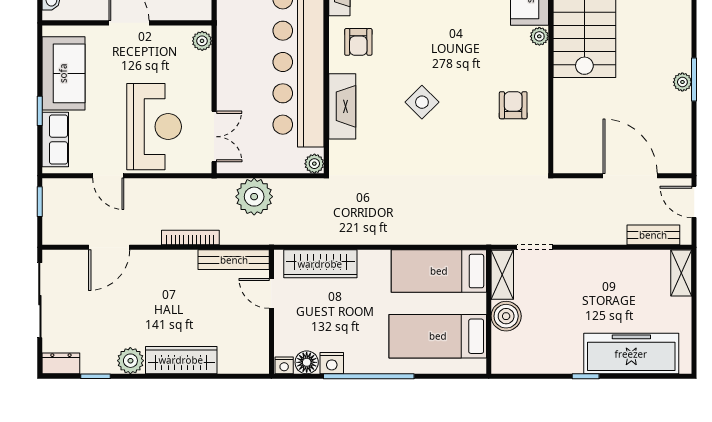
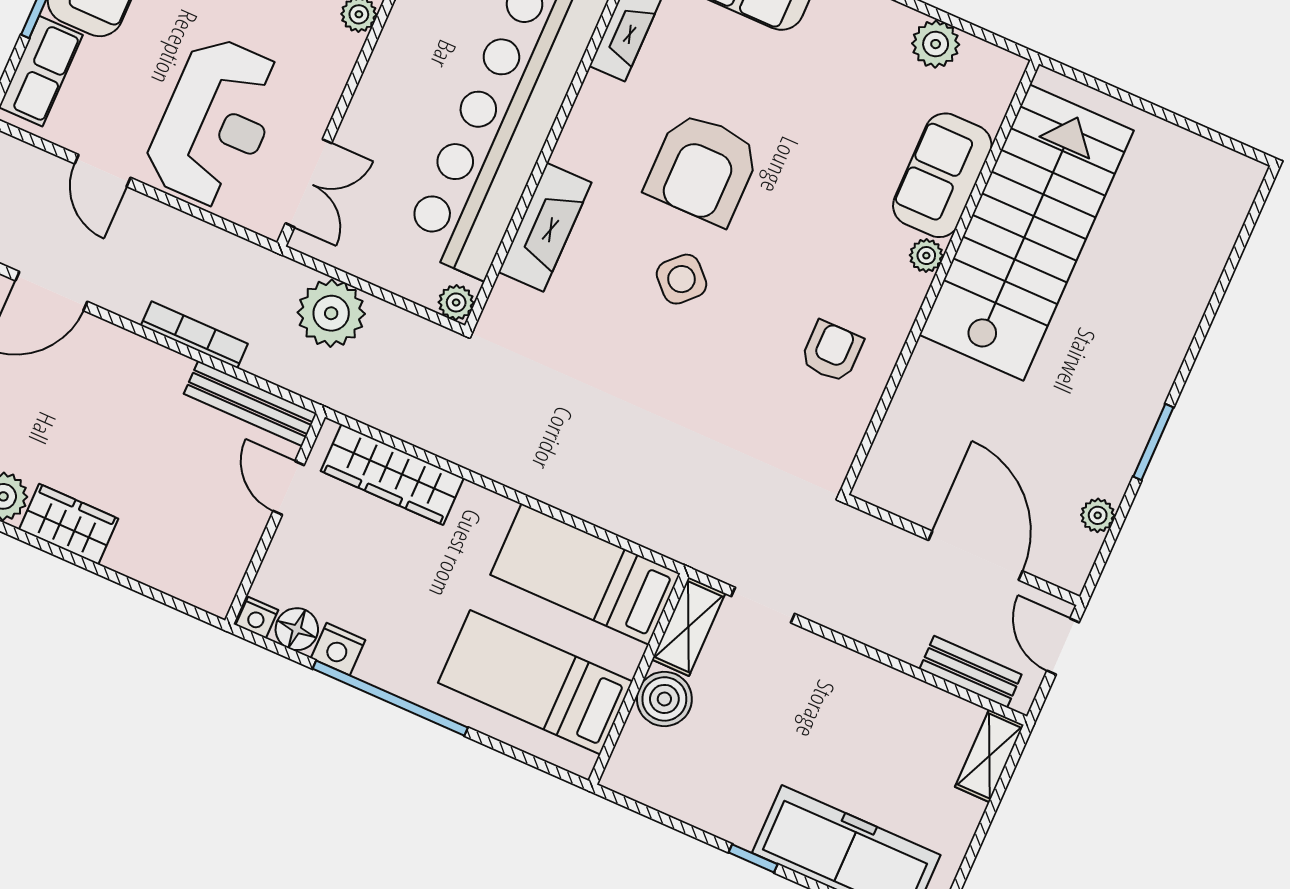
armchair: (358, 42) -> (703, 169), moved, width x1.88, depth x1.88
plant: (682, 82) -> (1098, 515), moved
wardrobe: (181, 360) -> (69, 524), width x0.67

